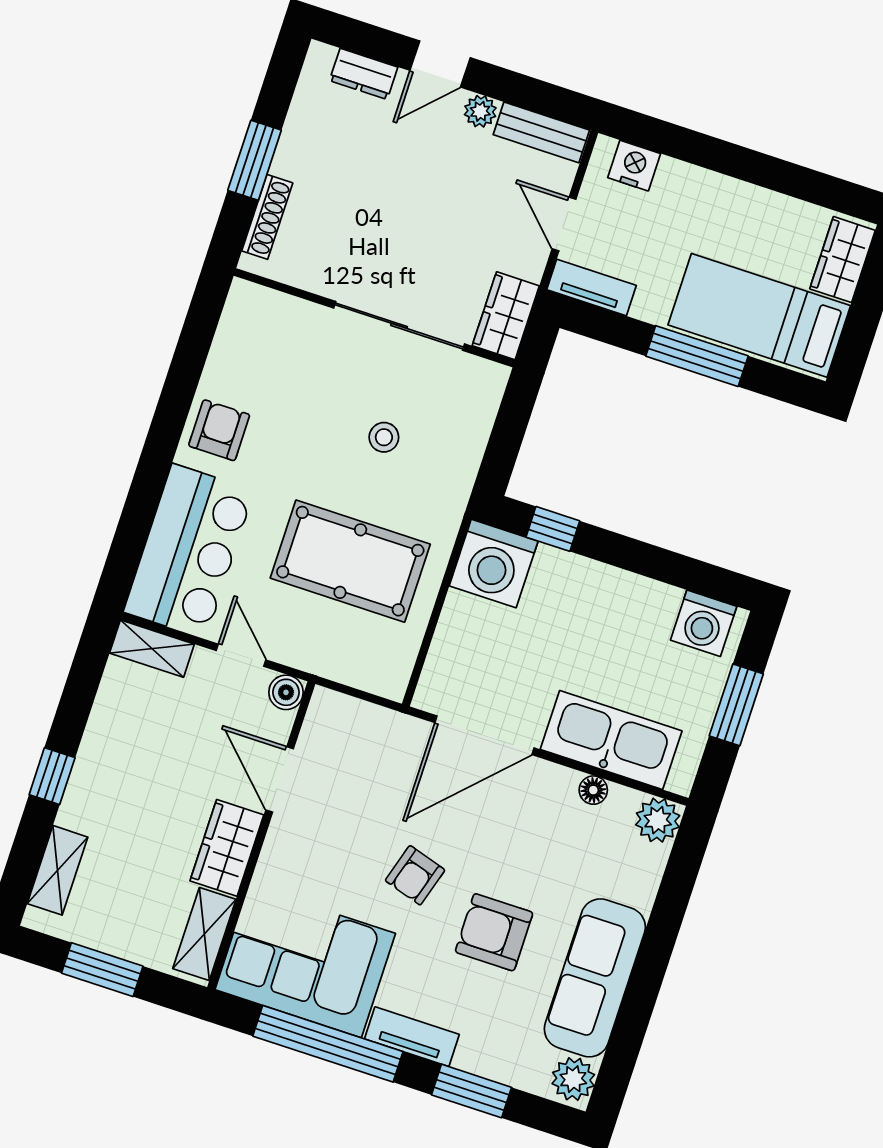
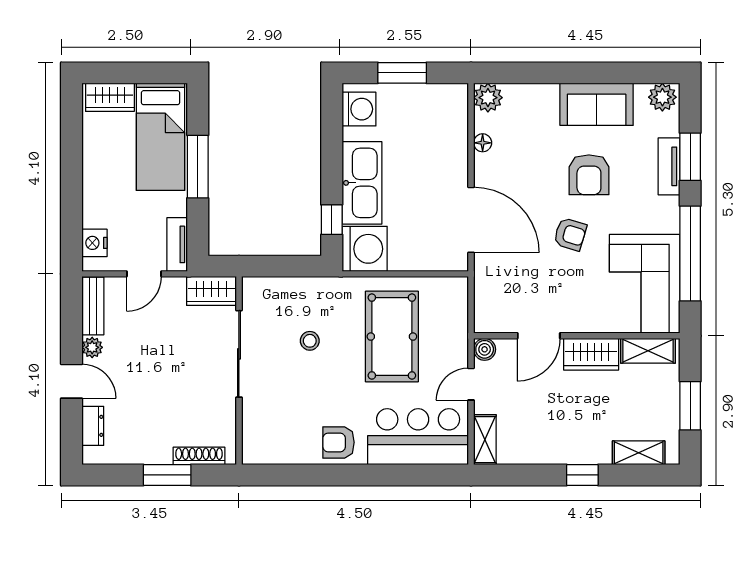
kitchen sink: (611, 740) -> (362, 183), moved, turned 180
sofa: (595, 978) -> (597, 104), width x0.73
tv unit: (412, 1037) -> (669, 166), moved

